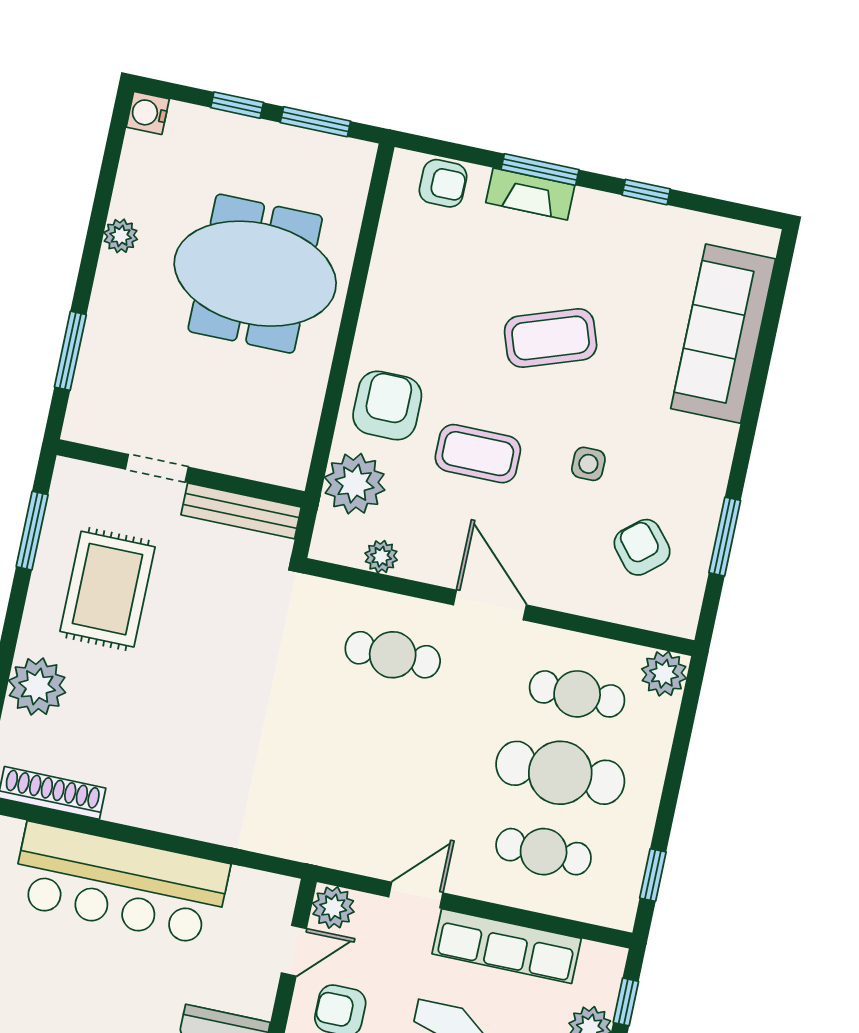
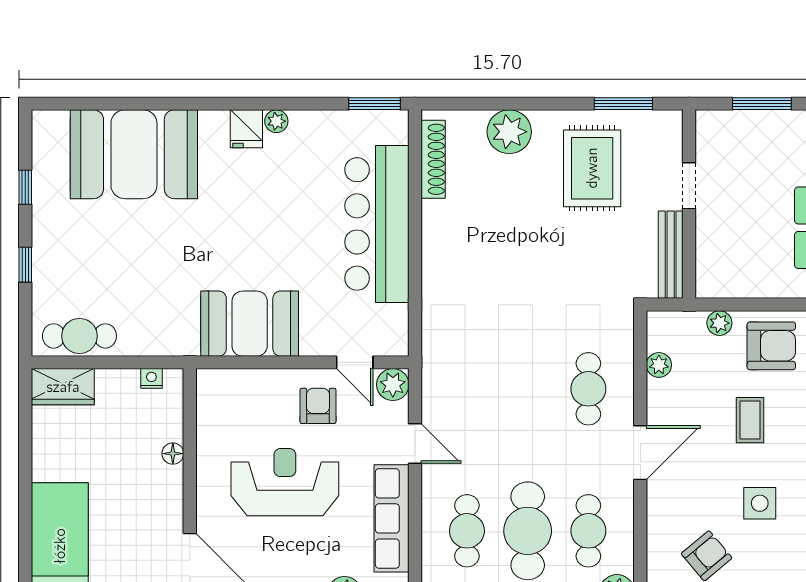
coffee table: (478, 454) -> (750, 420), width x0.73, depth x0.77
side table: (588, 464) -> (760, 503), width x1.37, depth x1.37
plant: (355, 484) -> (719, 323), width x0.53, depth x0.53
rug: (107, 589) -> (592, 168), turned 90

